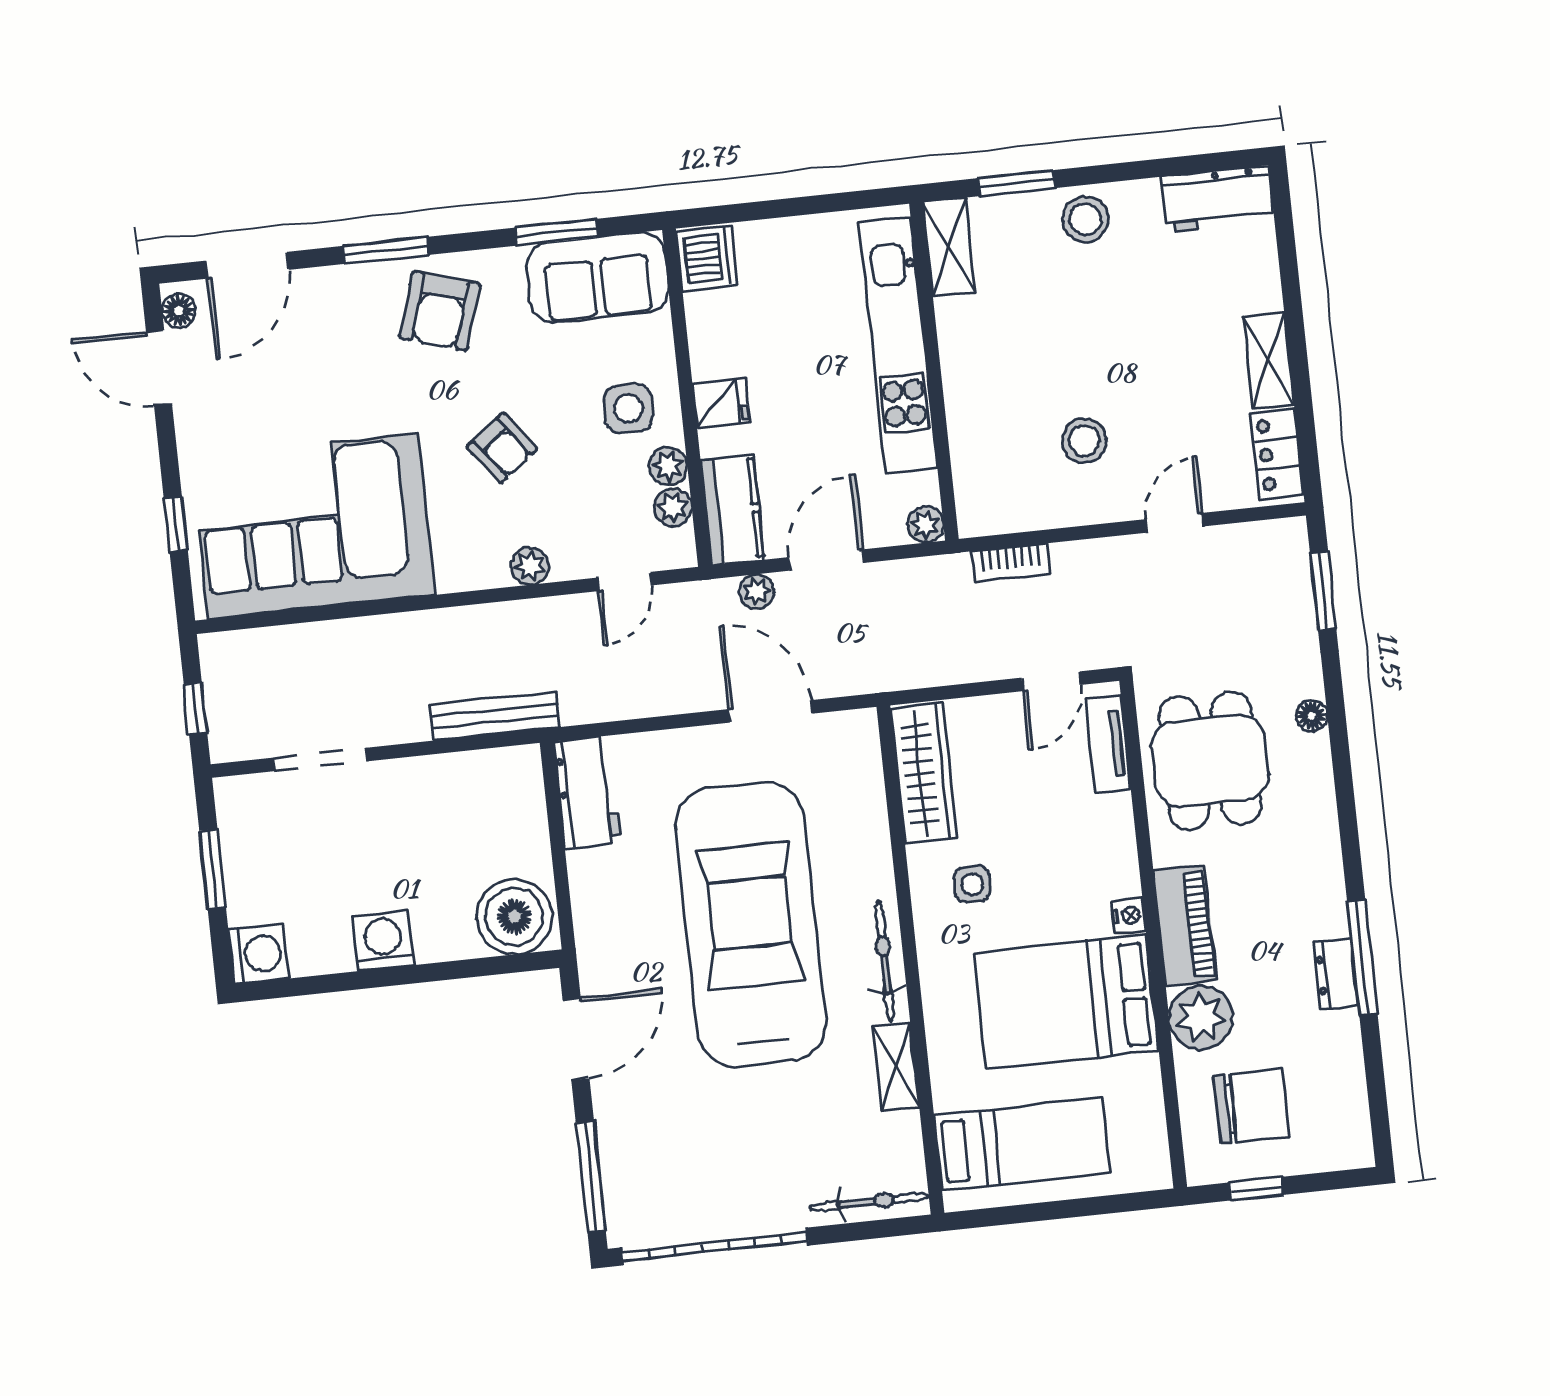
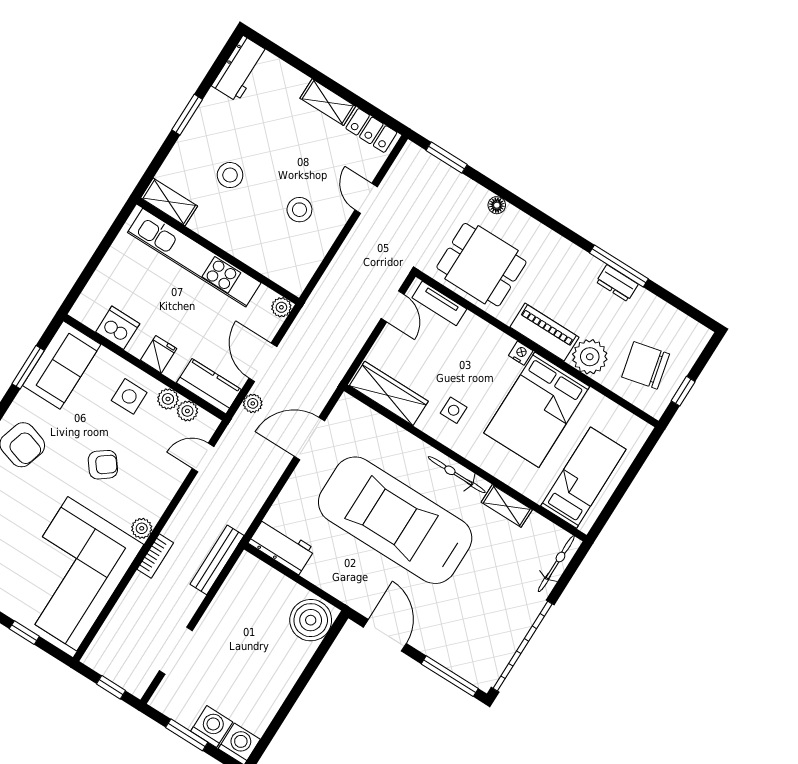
window: (1016, 183) -> (187, 115), moved
stool: (1085, 219) -> (230, 175), moved
dishwasher: (707, 258) -> (118, 328), moved
bookcase: (1011, 562) -> (155, 556), moved
plant: (530, 566) -> (142, 528), moved
door: (624, 582) -> (203, 457), swing flipped
washing machine: (383, 941) -> (212, 727), moved, turned 90
chair: (1251, 1106) -> (646, 365), turned -103

